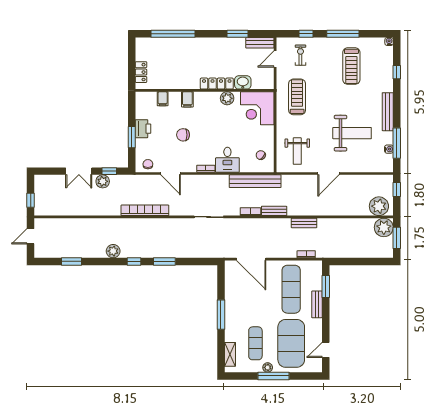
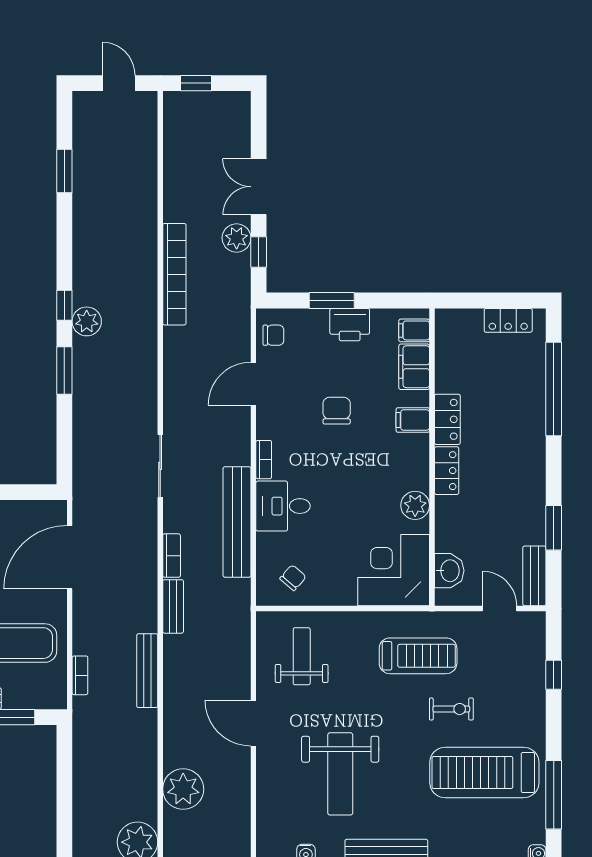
window: (343, 34) -> (554, 795), moved
exercise bike: (300, 55) -> (451, 709), moved
treadmill: (351, 66) -> (484, 772), width x1.37, depth x1.38
locker: (141, 72) -> (508, 320), moved
washbasin: (243, 82) -> (449, 571), moved
locker: (187, 83) -> (447, 419), added
locker: (217, 84) -> (447, 471), width x0.66
filing cabinet: (146, 99) -> (414, 330), added
filing cabinet: (163, 99) -> (414, 367), width x2.00
weight bench: (297, 151) -> (302, 656), turned 90
bench: (255, 181) -> (237, 522), moved
plant: (379, 206) -> (183, 789), moved
bookcase: (145, 210) -> (174, 274), moved
bench: (304, 223) -> (147, 671), width x1.36
plant: (113, 251) -> (87, 321), moved

